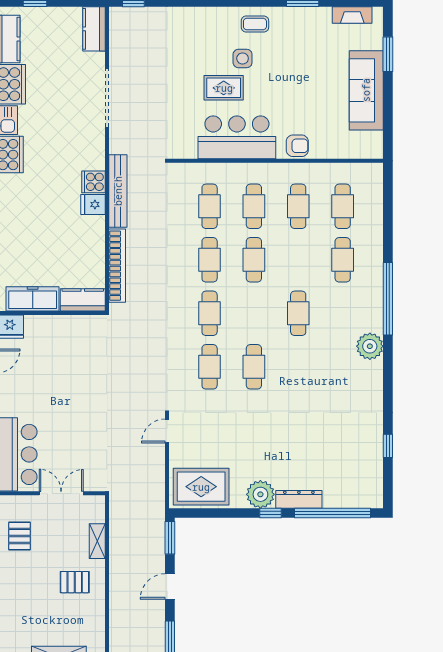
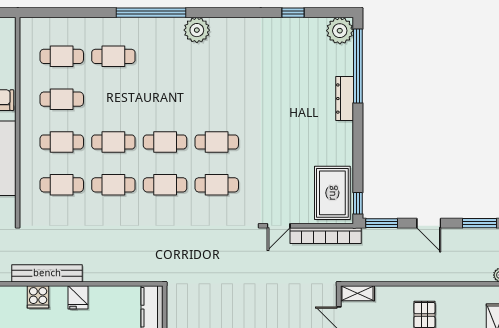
fridge: (93, 204) -> (78, 297), moved
bookcase: (117, 266) -> (326, 236), moved, turned 180
cafe table: (298, 313) -> (165, 142), moved
door: (167, 431) -> (279, 226), hinge flipped
plant: (260, 494) -> (340, 31), moved
window: (270, 513) -> (358, 203), moved
shelving: (97, 541) -> (357, 293), moved

